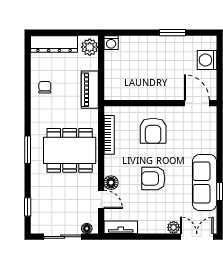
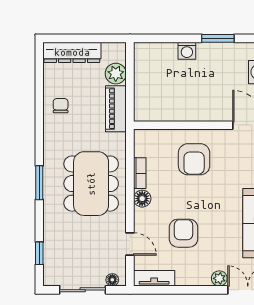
washing machine: (111, 43) -> (187, 51), moved
plant: (90, 47) -> (116, 74), moved
bookcase: (109, 135) -> (140, 173), width x0.64
dining table: (70, 150) -> (91, 184), turned 90
armchair: (153, 179) -> (183, 233), moved, turned 90
floor lamp: (111, 183) -> (142, 199), moved

